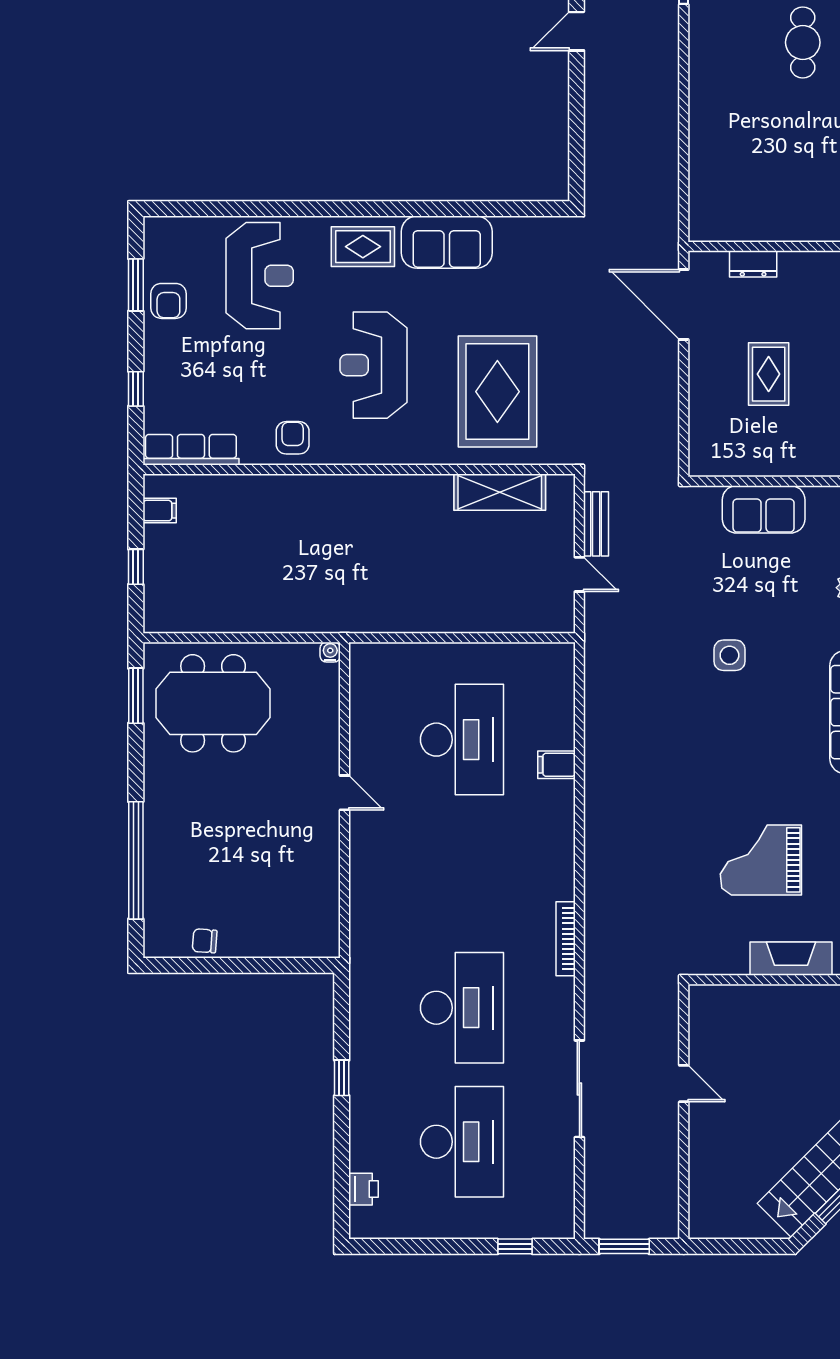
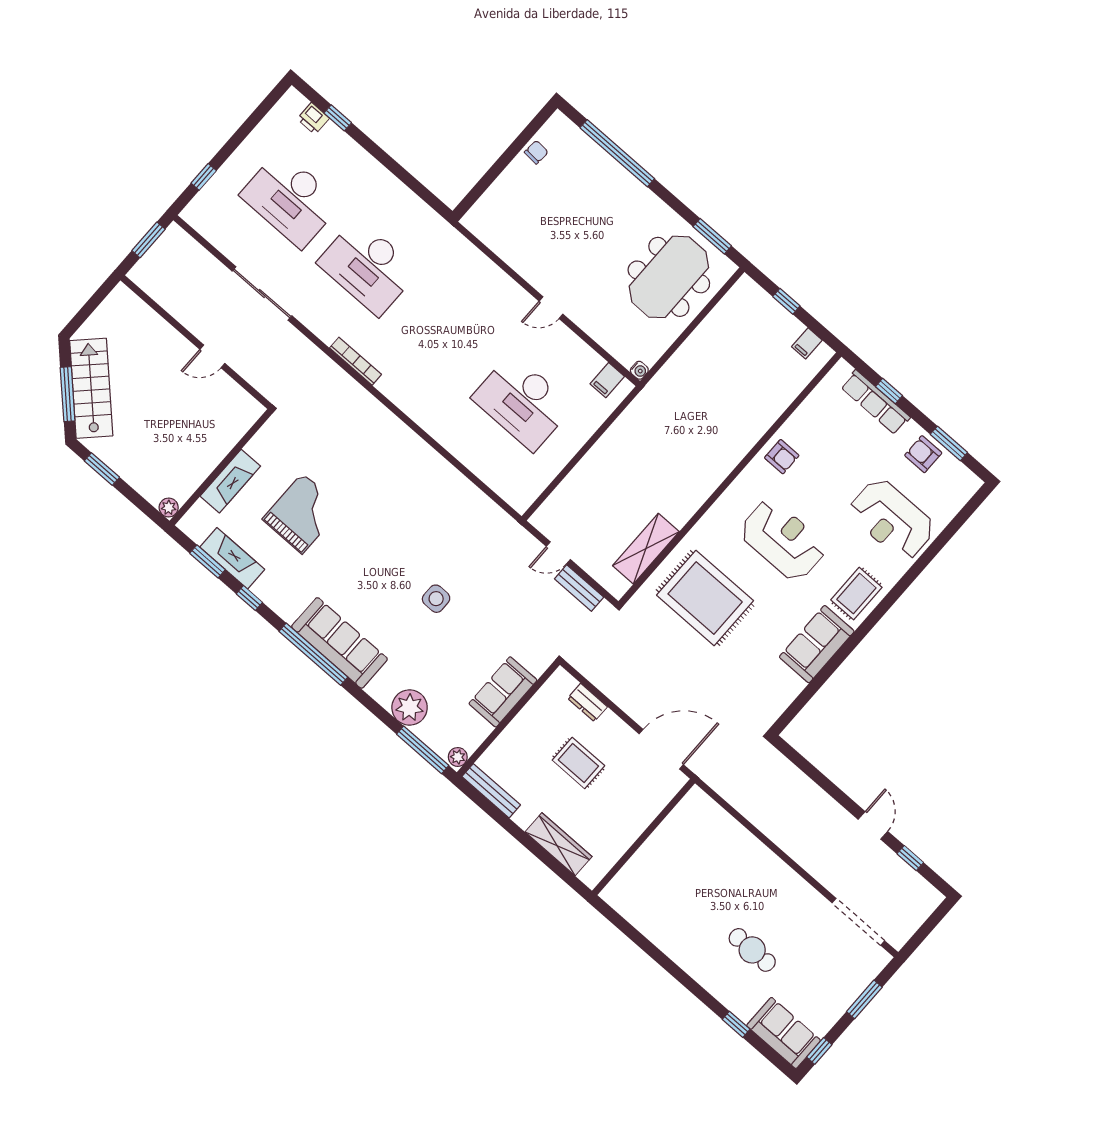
dresser: (753, 264) -> (587, 703), moved, turned -90
row of seats: (191, 450) -> (875, 402), moved, turned 90
filing cabinet: (556, 765) -> (607, 380), moved, turned 180
window: (342, 1078) -> (338, 118), moved

